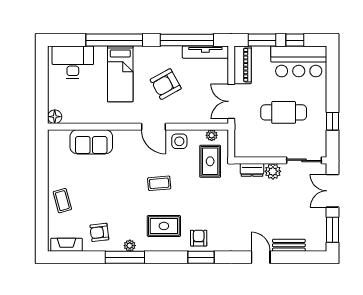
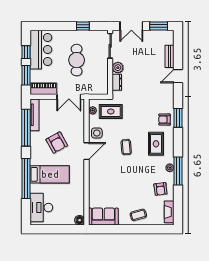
sofa: (91, 142) -> (103, 217), moved, turned -90

